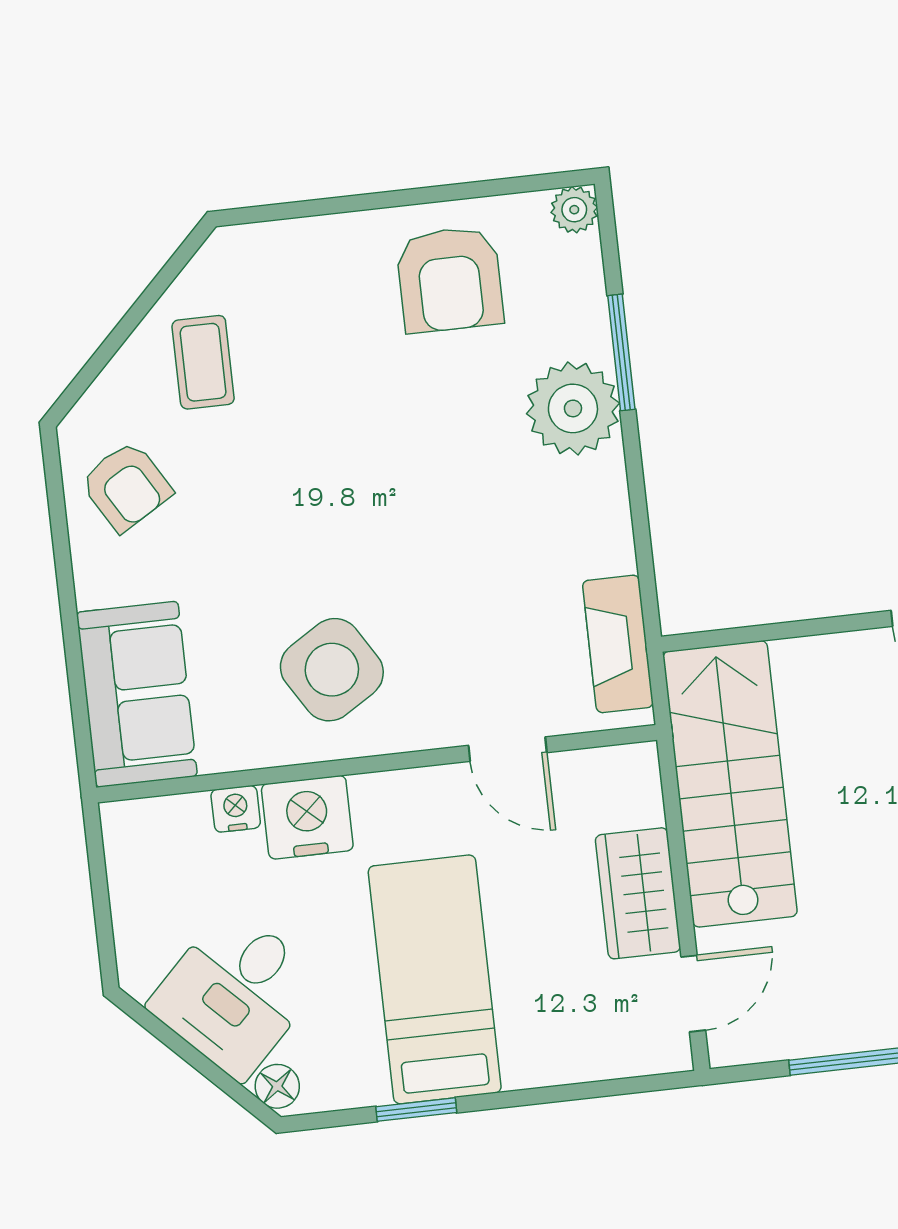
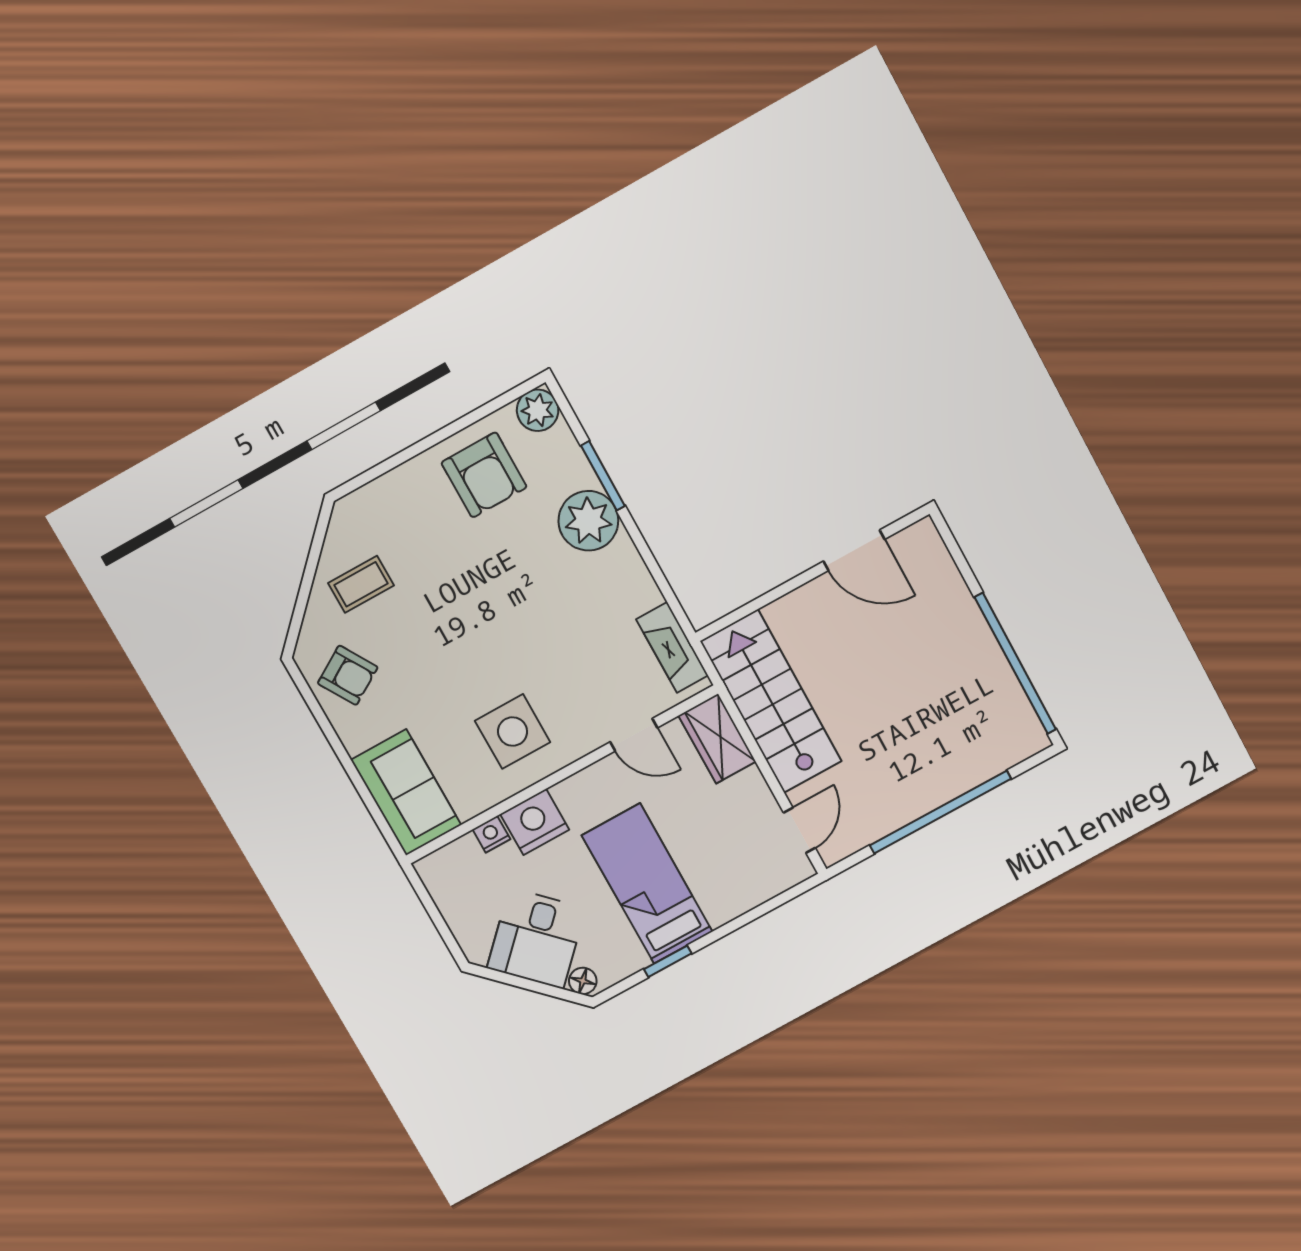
plant: (574, 210) -> (538, 410), width x1.38, depth x1.38
coffee table: (203, 362) -> (361, 584), turned 90
side table: (332, 670) -> (513, 732), turned 32
wardrobe: (638, 893) -> (717, 739), moved

